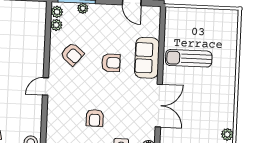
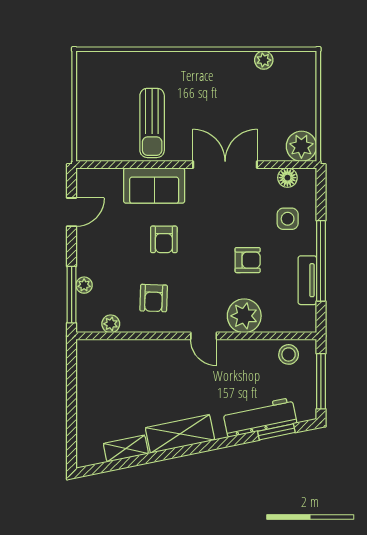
plant: (57, 12) -> (244, 316), moved, width x1.87, depth x1.87
armchair: (72, 54) -> (154, 298), turned 142
armchair: (111, 63) -> (164, 239), turned 180

